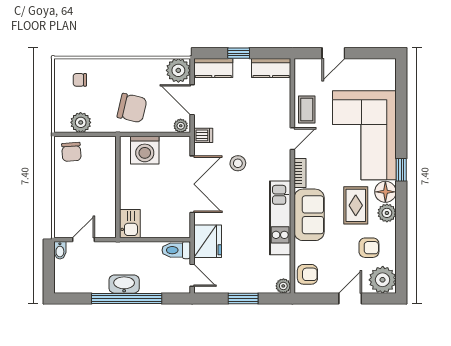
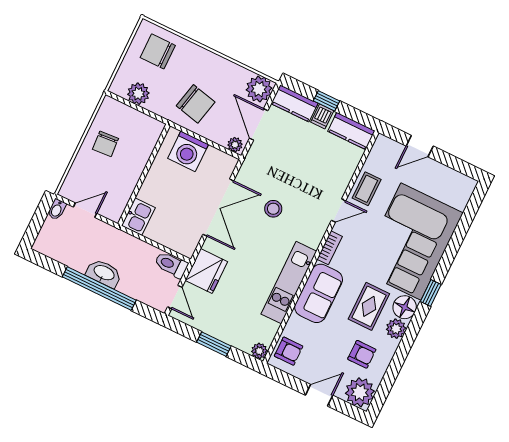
chair: (80, 80) -> (158, 51), width x1.87, depth x1.87
dishwasher: (203, 135) -> (322, 116), moved, turned 90
chair: (71, 152) -> (105, 144), moved

